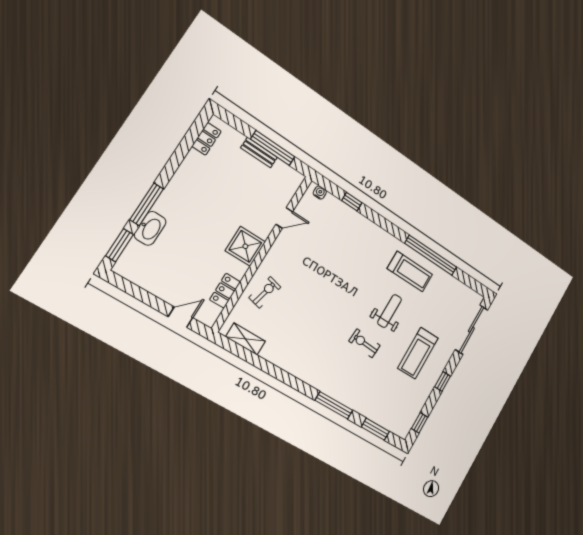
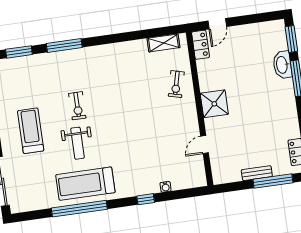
window: (273, 148) -> (273, 181), moved
water cooler: (320, 193) -> (166, 187), moved
window: (352, 202) -> (146, 199), moved
treadmill: (410, 272) -> (85, 184), width x1.37, depth x1.38
locker: (225, 291) -> (200, 45), moved
exercise bike: (365, 343) -> (77, 106), turned 86

